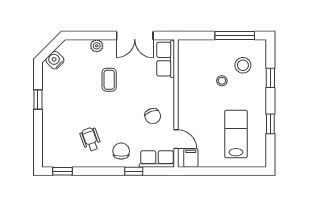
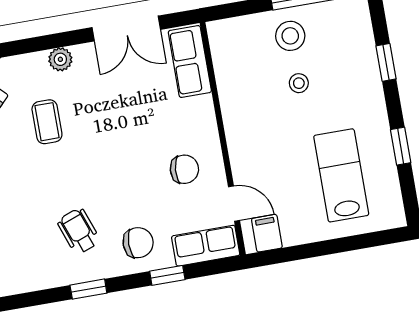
stool: (243, 65) -> (290, 36), moved
coffee table: (109, 80) -> (47, 122), moved
chair: (153, 116) -> (184, 169), turned -65
chair: (121, 151) -> (138, 243), turned 90
window: (62, 171) -> (88, 289), moved

